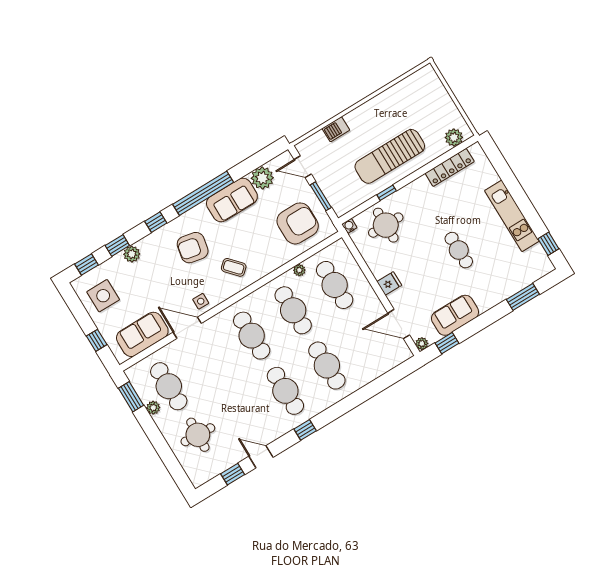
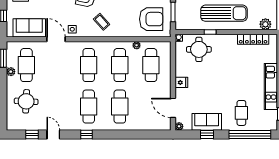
sun lounger: (390, 156) -> (224, 13), turned 180
cafe table: (459, 250) -> (241, 113), moved
window: (523, 297) -> (250, 134), width x2.11
window: (447, 343) -> (207, 134), moved

